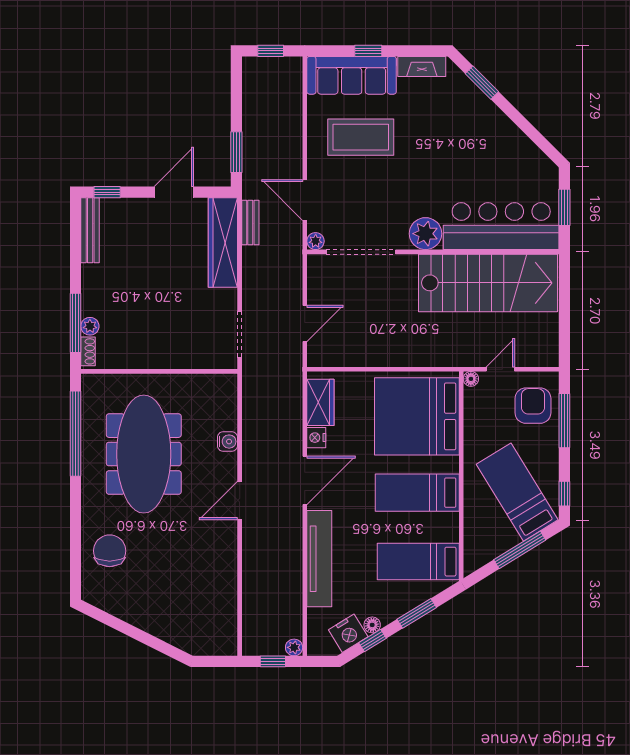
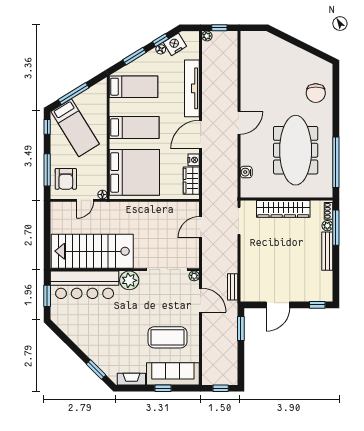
bench: (90, 230) -> (327, 251), moved
wardrobe: (223, 242) -> (283, 209), moved, turned 90
water cooler: (227, 442) -> (246, 172), moved

